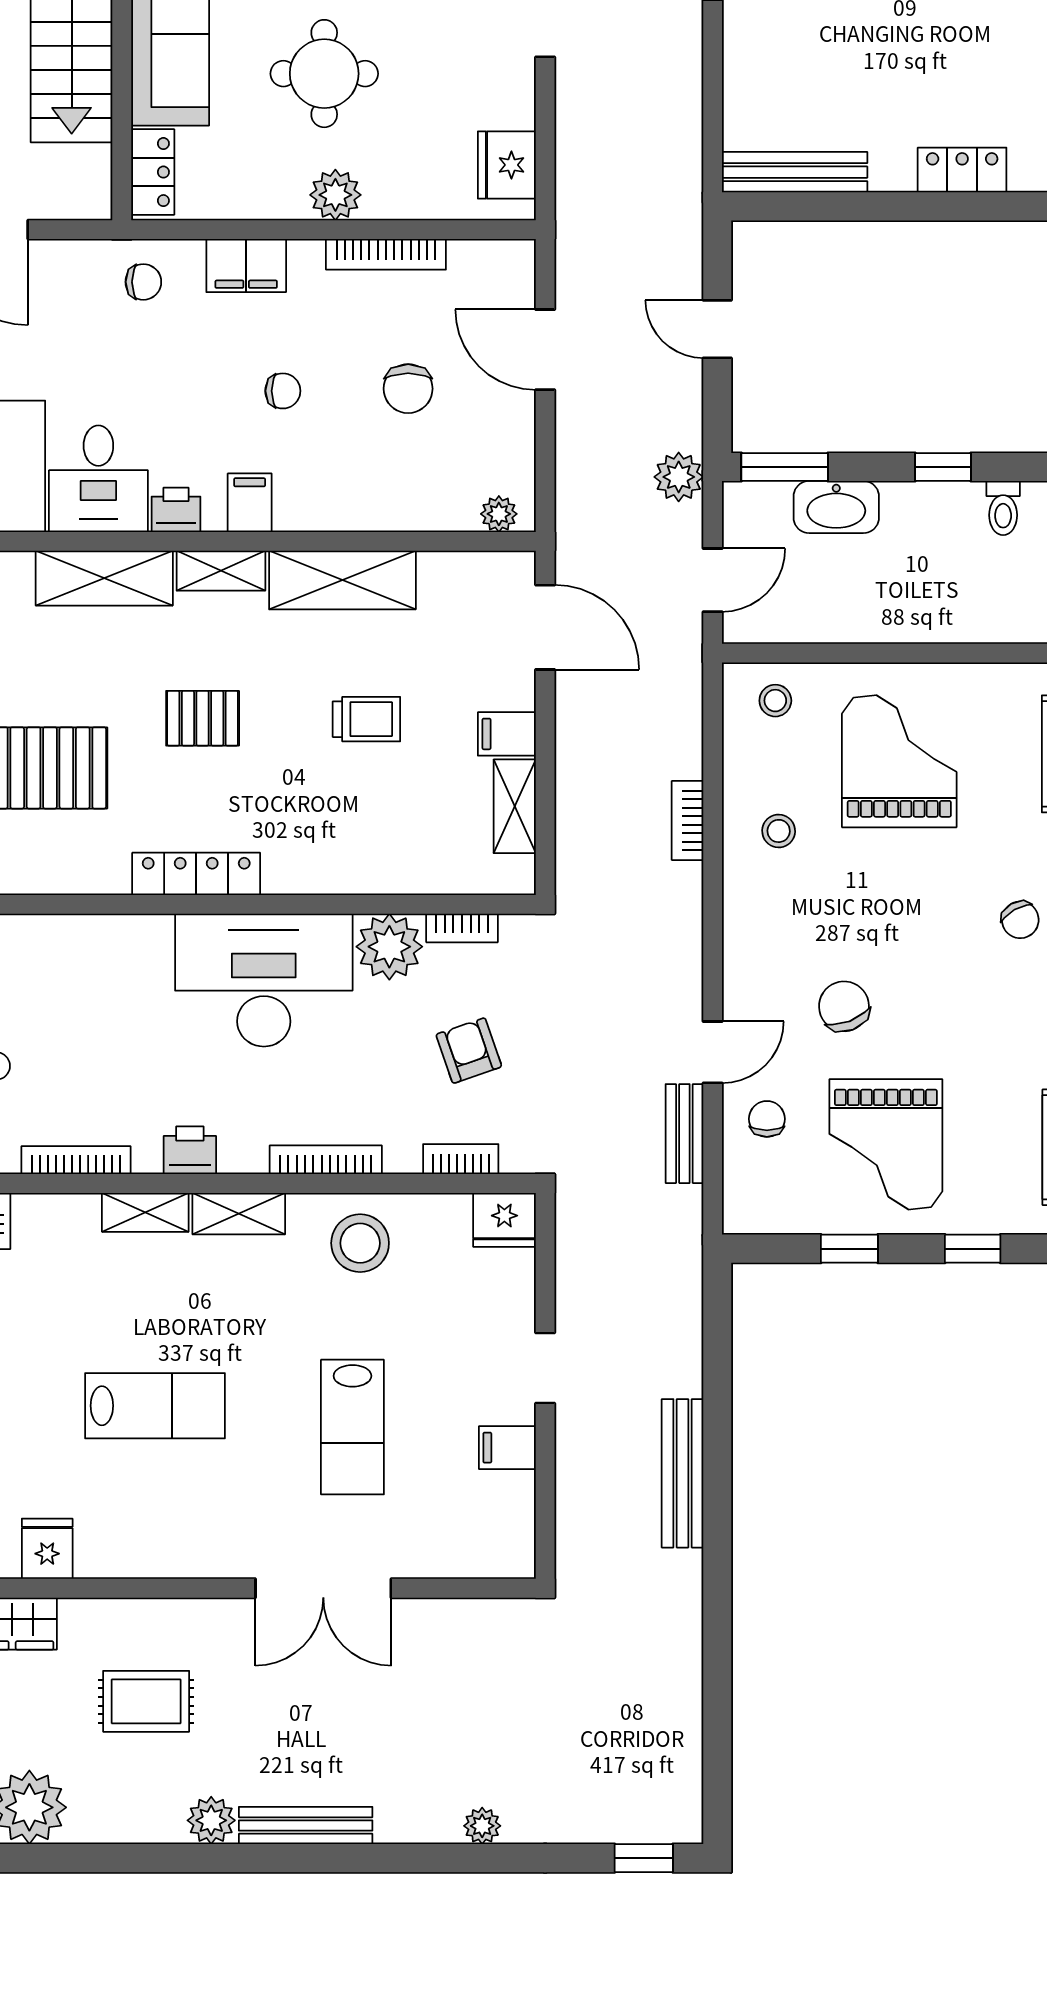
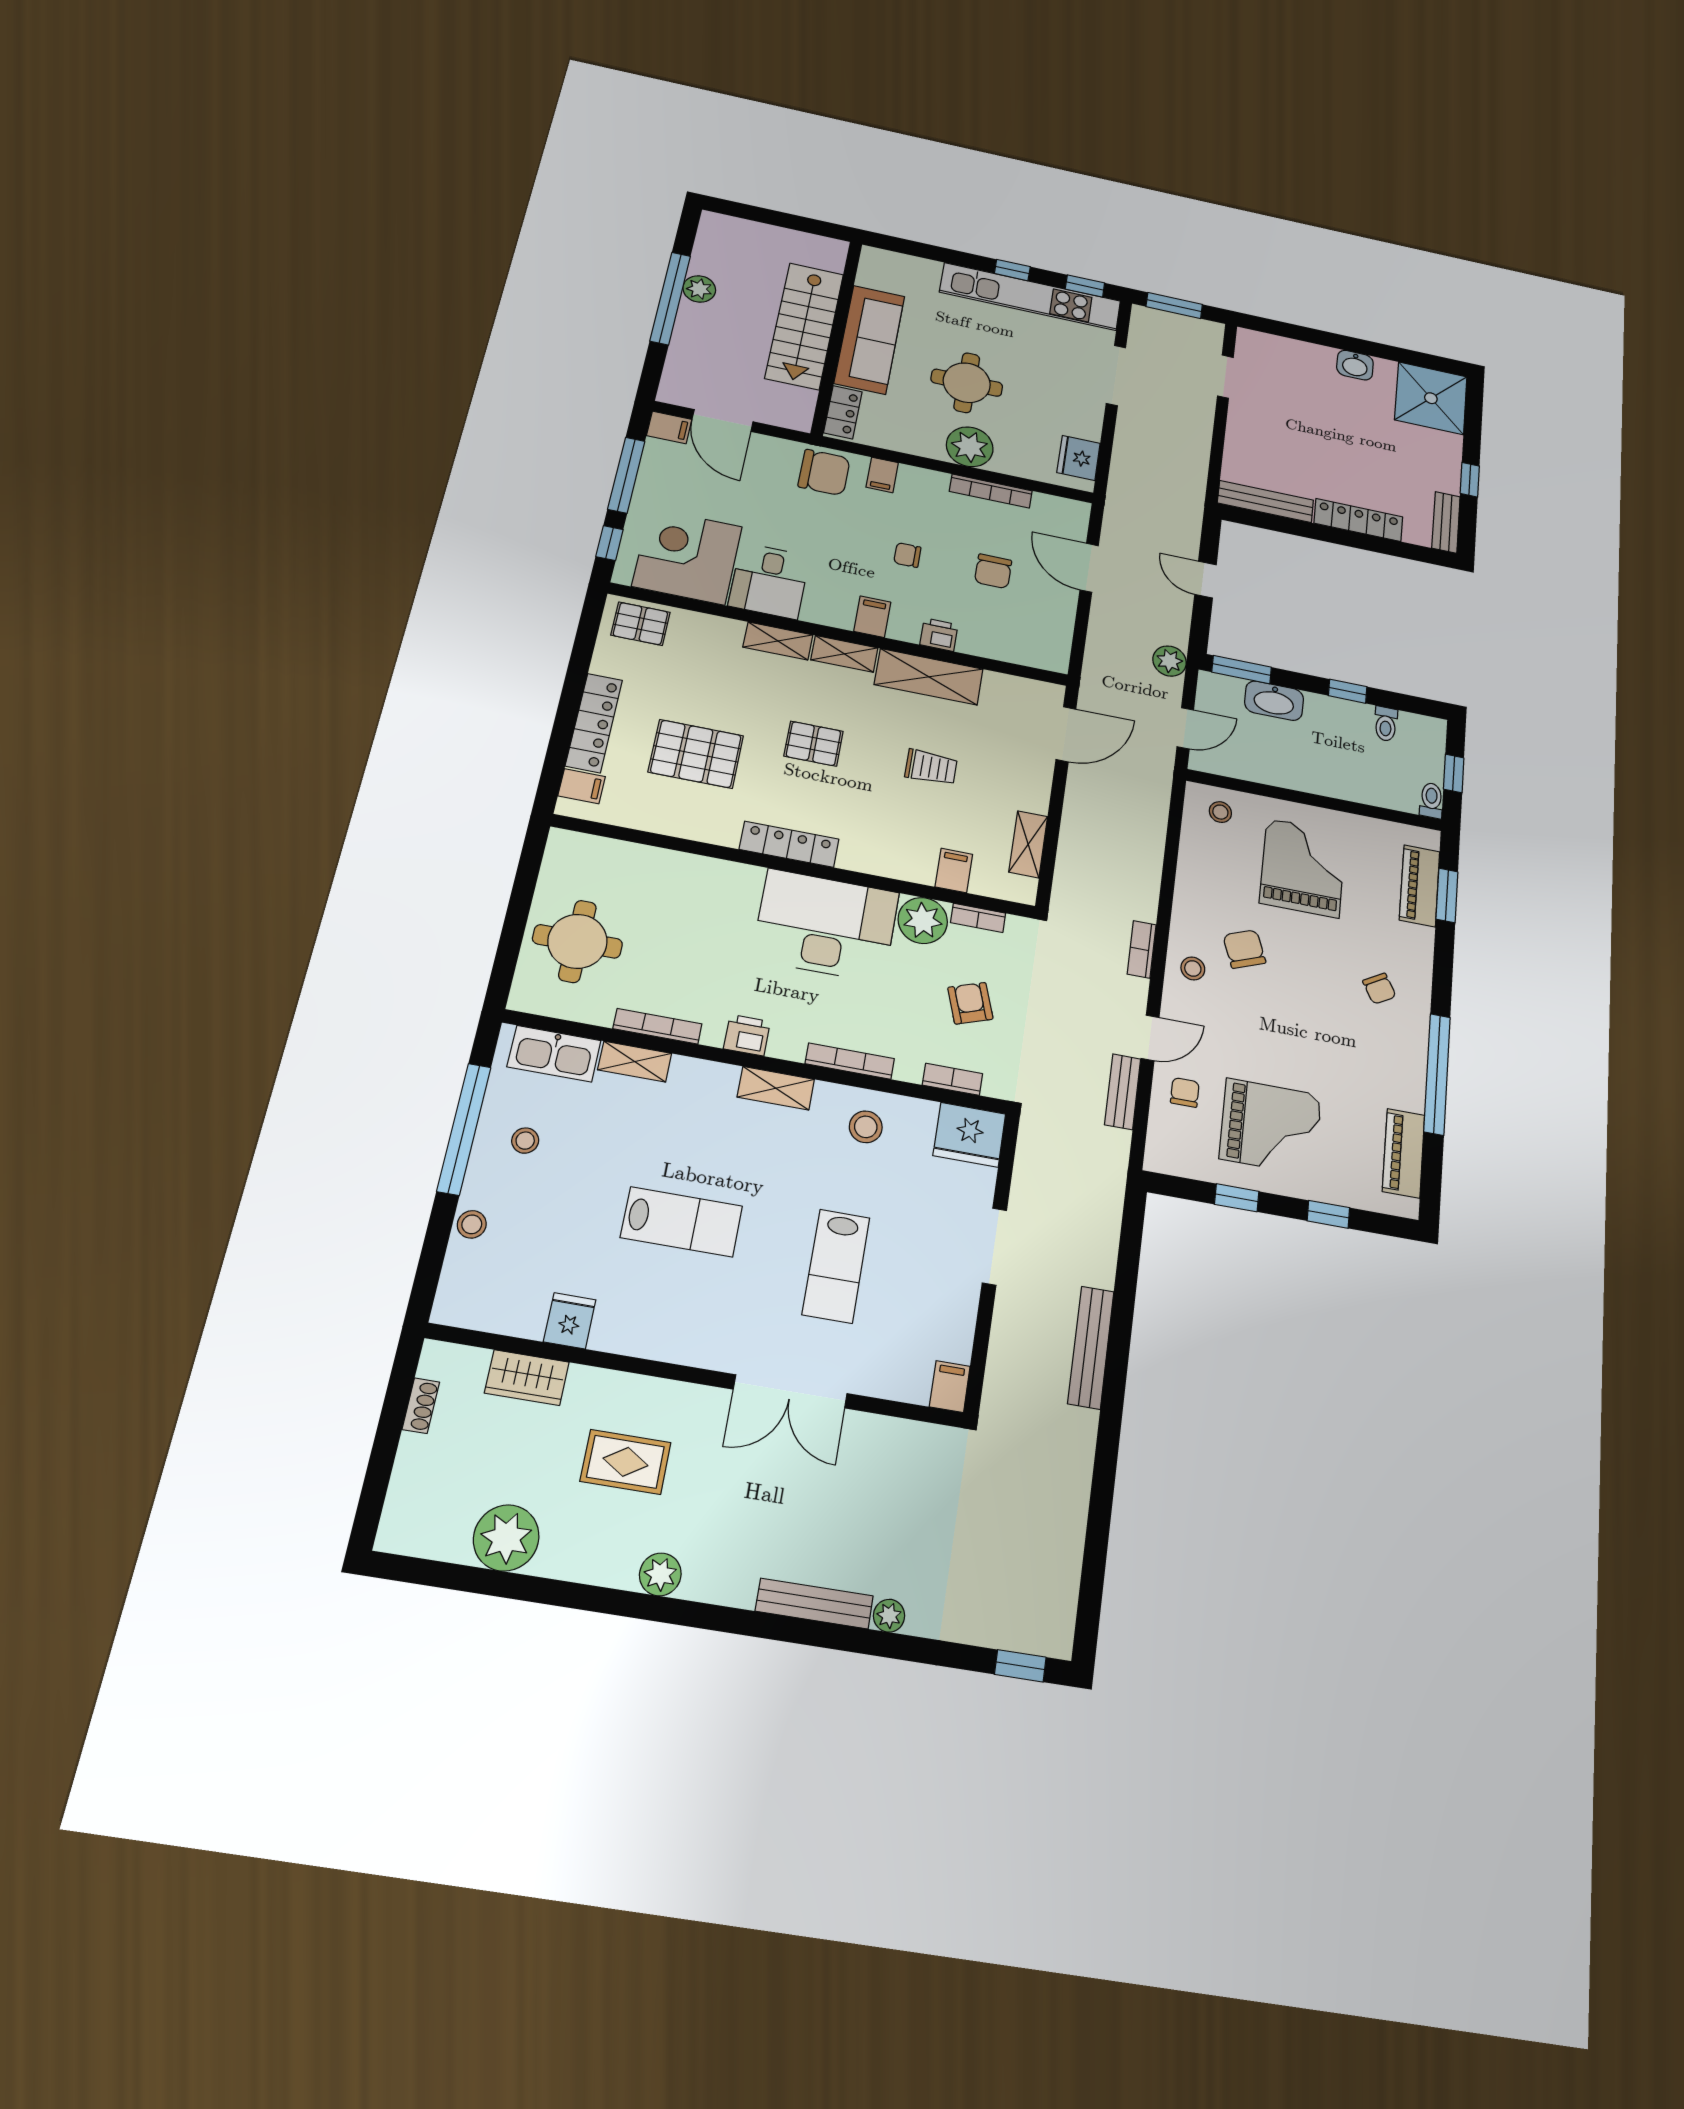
locker: (962, 170) -> (1358, 520), width x1.53
plant: (335, 195) -> (970, 447), width x1.36, depth x1.36
filing cabinet: (246, 266) -> (882, 475), width x0.50
chair: (143, 282) -> (824, 472), width x1.87, depth x1.87
chair: (283, 391) -> (907, 555), turned 180
printer: (176, 510) -> (939, 635), moved
plant: (499, 514) -> (1044, 658), removed
shelving: (104, 578) -> (778, 641), width x0.67, depth x0.75
door: (545, 627) -> (1066, 734), hinge flipped
filing cabinet: (507, 734) -> (954, 870), moved, turned 90
bookcase: (687, 820) -> (1142, 949), moved
stool: (779, 831) -> (1193, 968), moved
chair: (844, 1006) -> (1244, 949), moved
grand piano: (886, 1144) -> (1271, 1127), turned -90
shelving: (145, 1212) -> (635, 1062), moved
fridge: (504, 1220) -> (969, 1135), width x1.36, depth x1.34
stool: (360, 1243) -> (866, 1127), width x0.73, depth x0.73
doorway: (545, 1368) -> (994, 1246), width x1.38
filing cabinet: (507, 1448) -> (950, 1386), moved, turned 90
bench: (306, 1826) -> (814, 1604), moved

